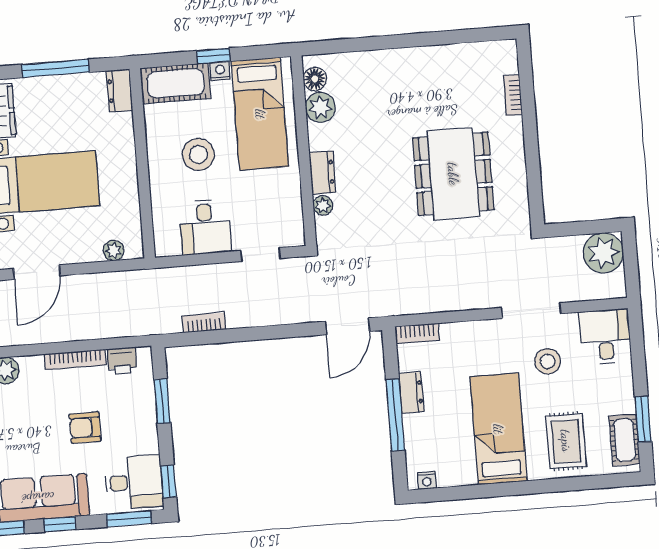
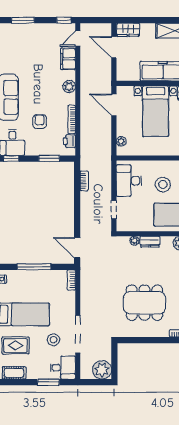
desk: (205, 227) -> (129, 181), width x1.37
doorway: (531, 311) -> (78, 334), width x1.36
dresser: (411, 393) -> (44, 275), removed
window: (643, 419) -> (48, 382), moved

